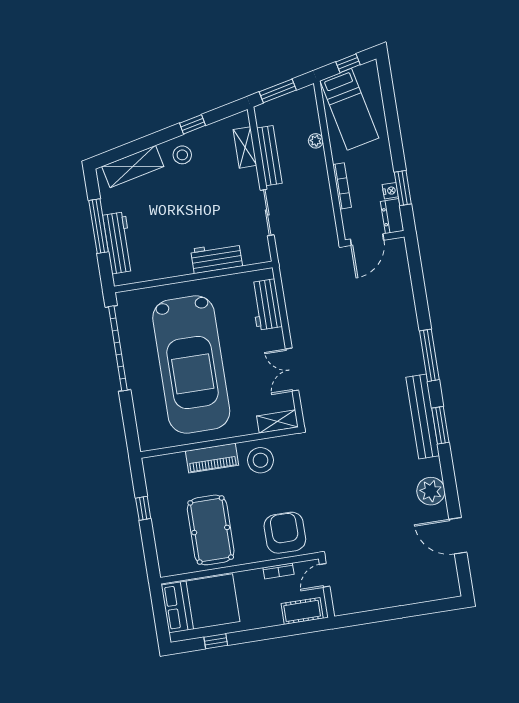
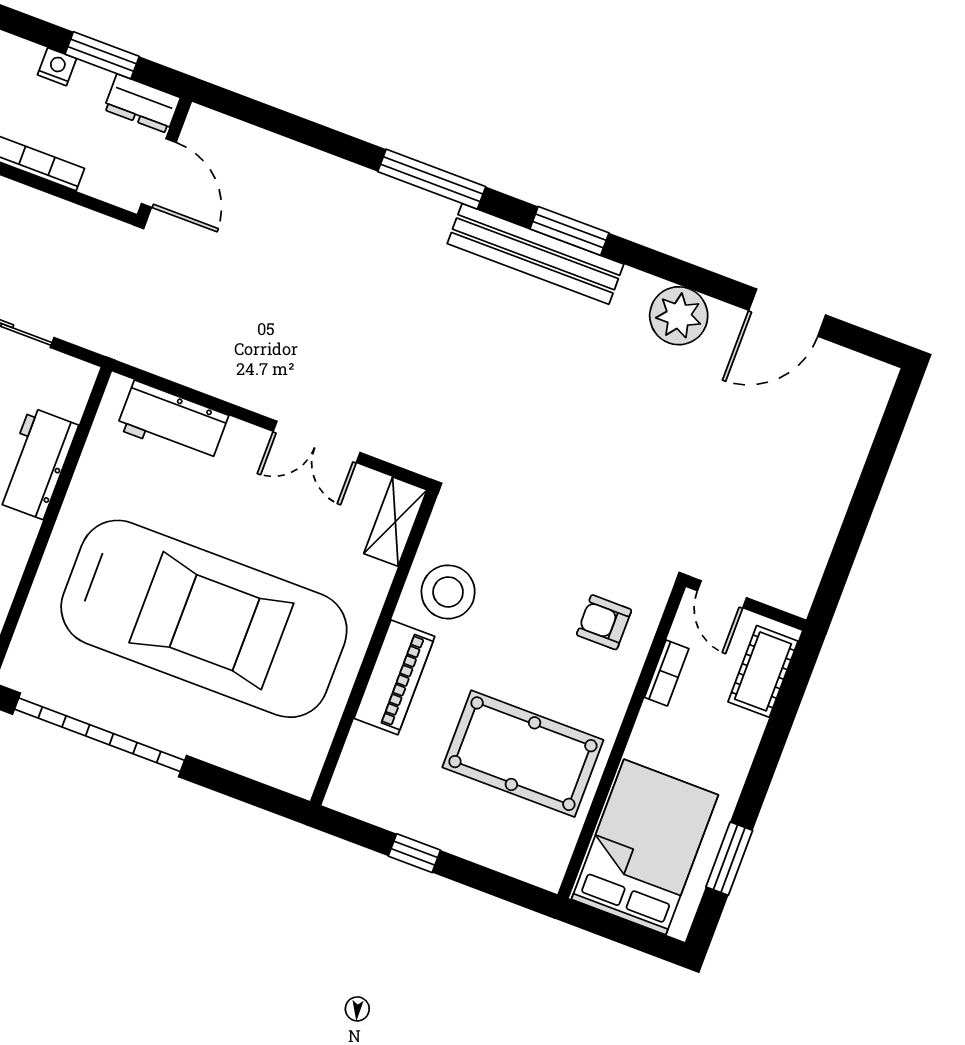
nightstand: (390, 191) -> (57, 67), moved
armchair: (285, 533) -> (604, 622), width x0.53, depth x0.53
window: (216, 641) -> (729, 859), width x1.50

